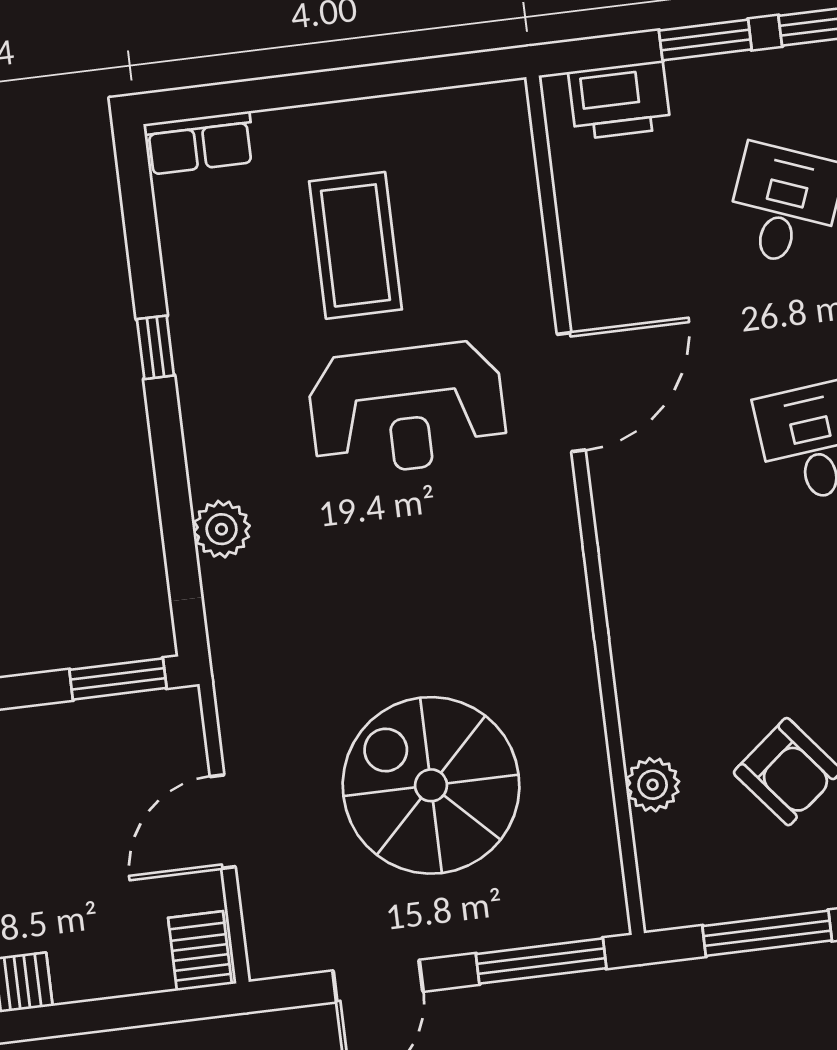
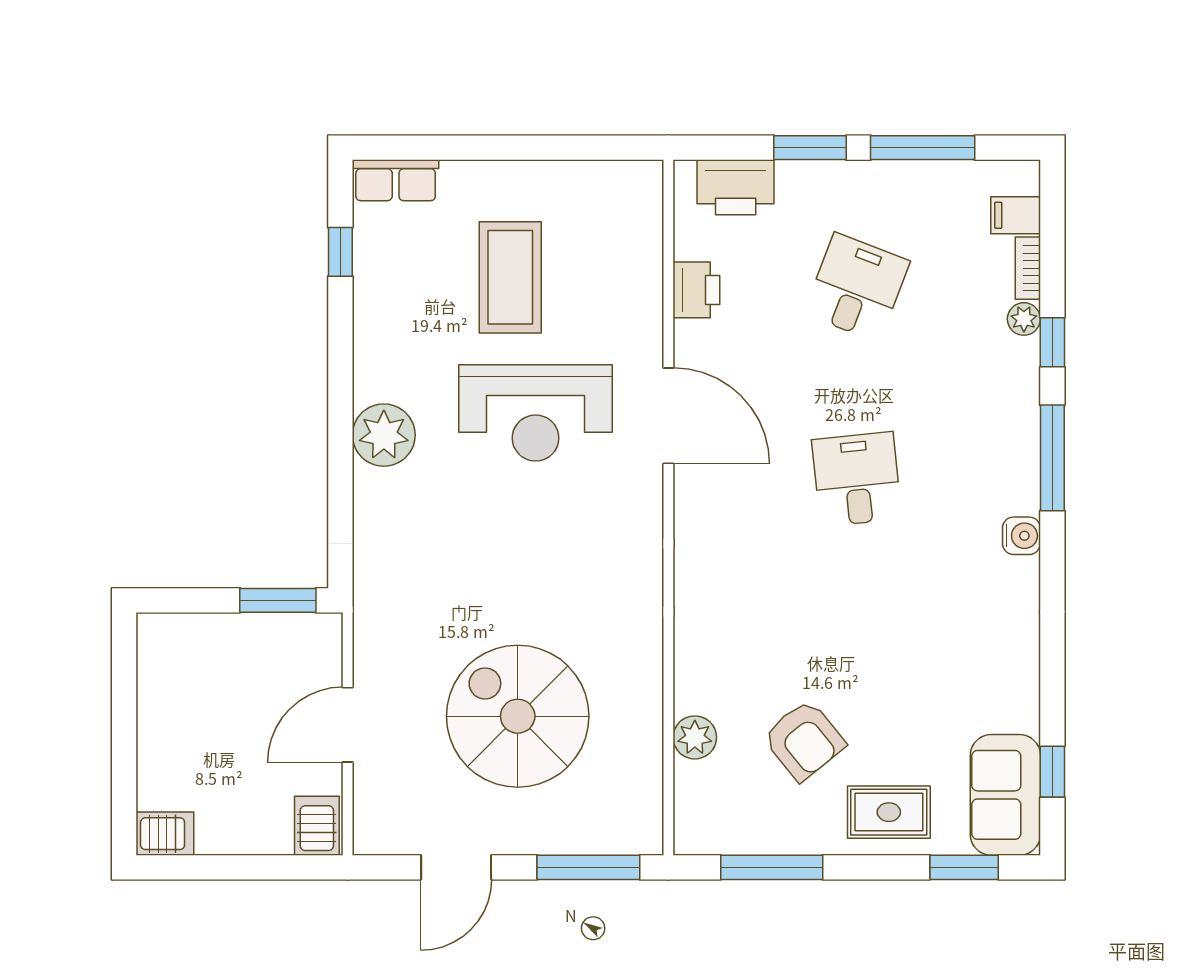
printer: (587, 233) -> (696, 290), added
window: (155, 347) -> (340, 252), moved
door: (571, 392) -> (668, 416), hinge flipped
plant: (222, 529) -> (384, 435), moved, width x1.36, depth x1.36

